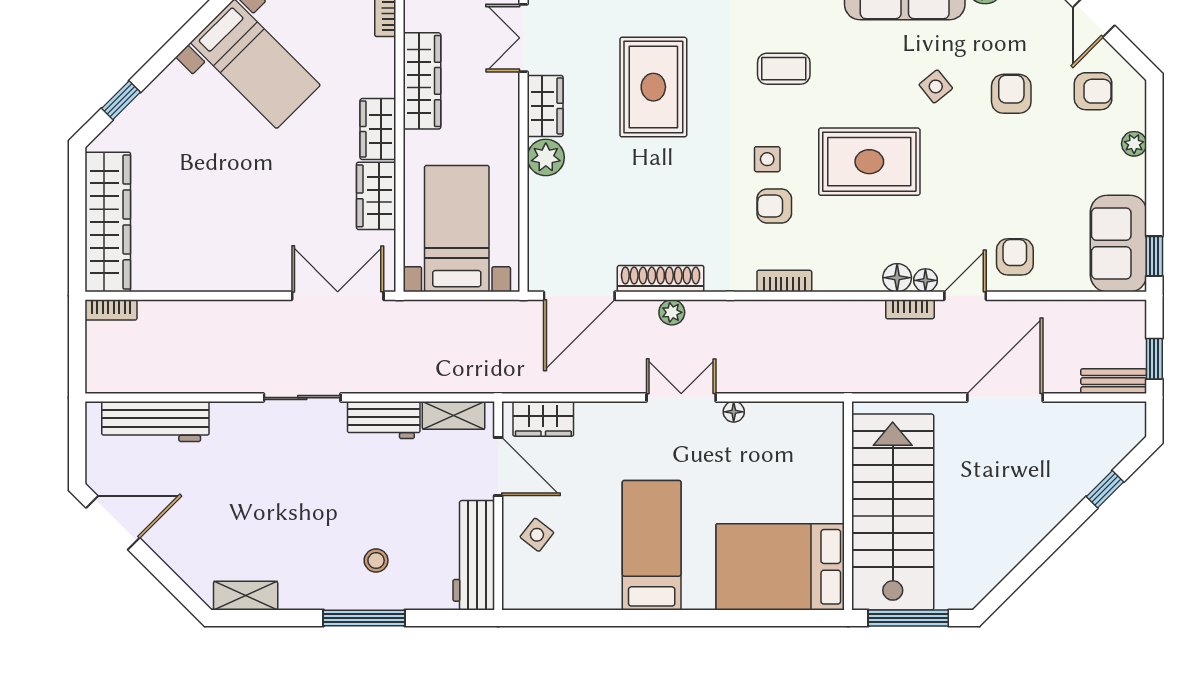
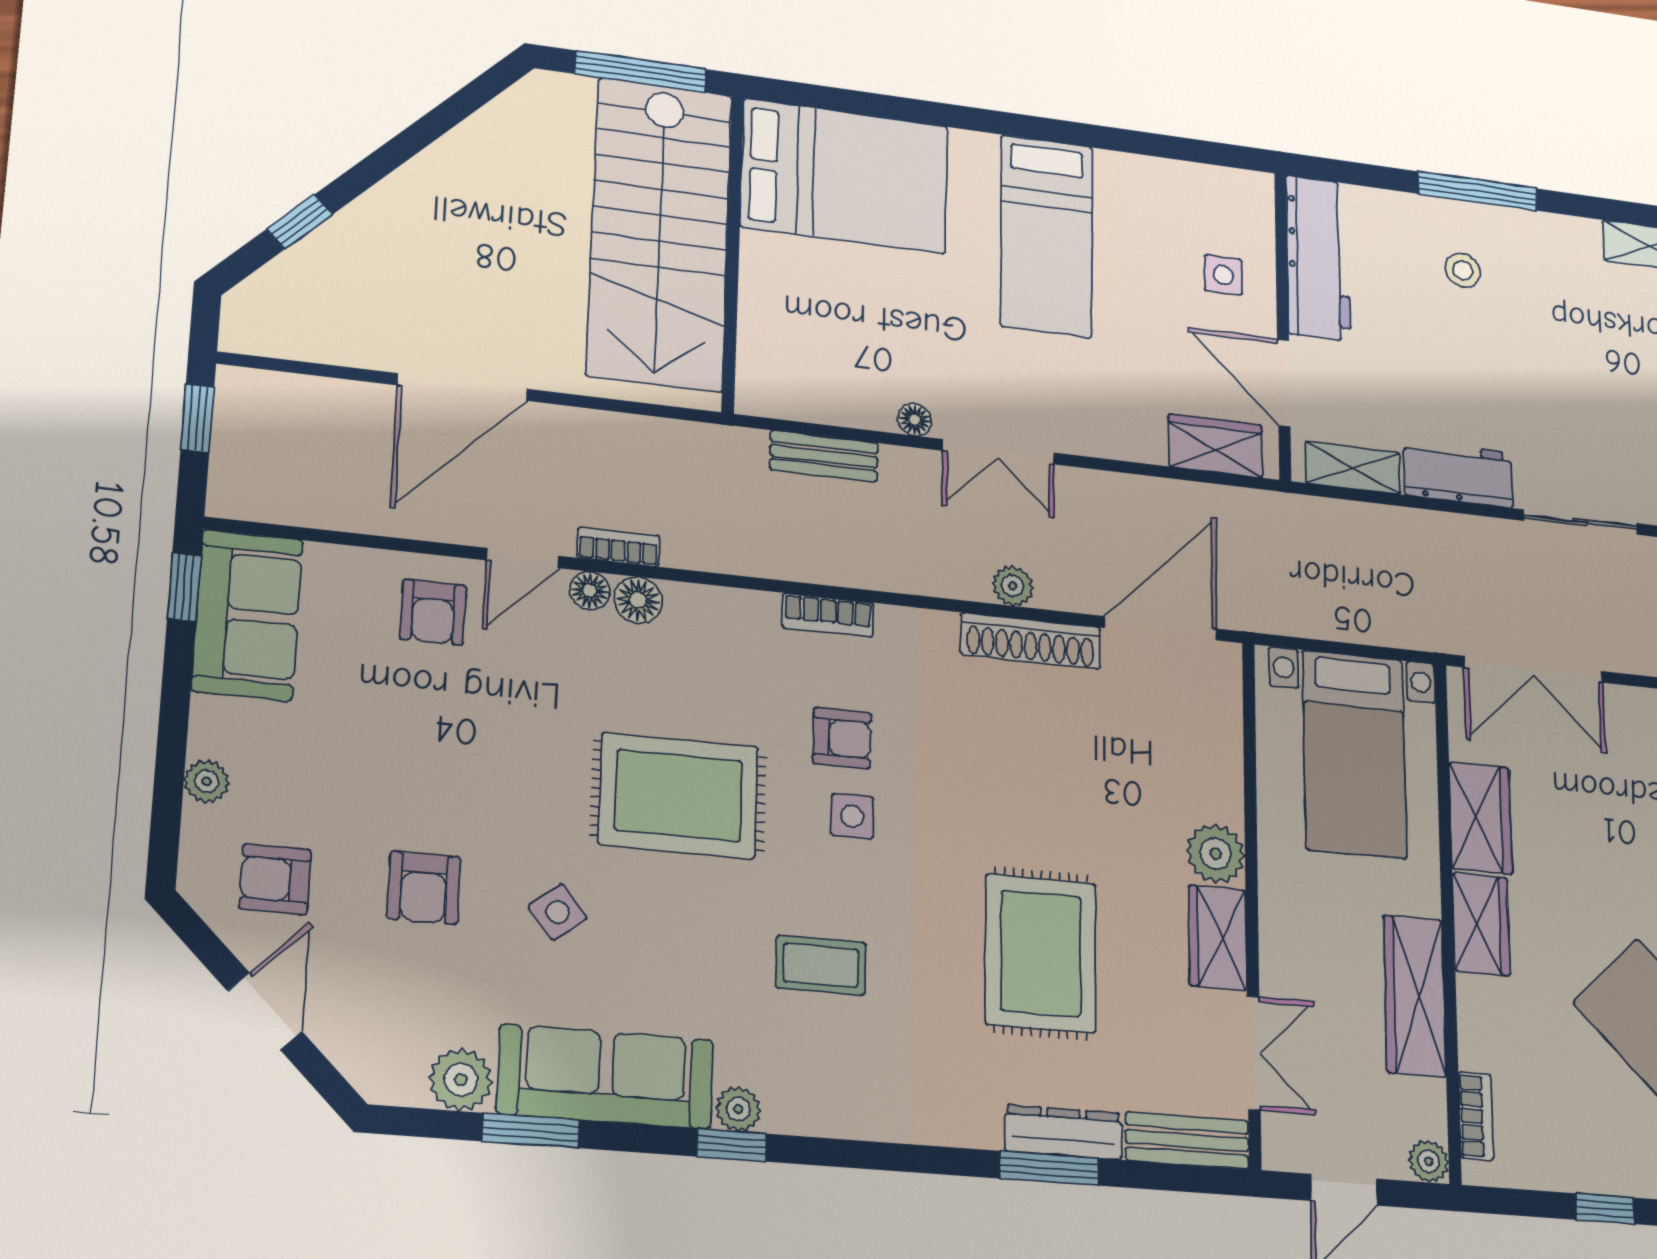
bench: (1114, 381) -> (824, 456), moved
side table: (537, 535) -> (1223, 275), turned -38

